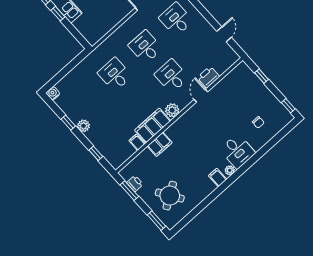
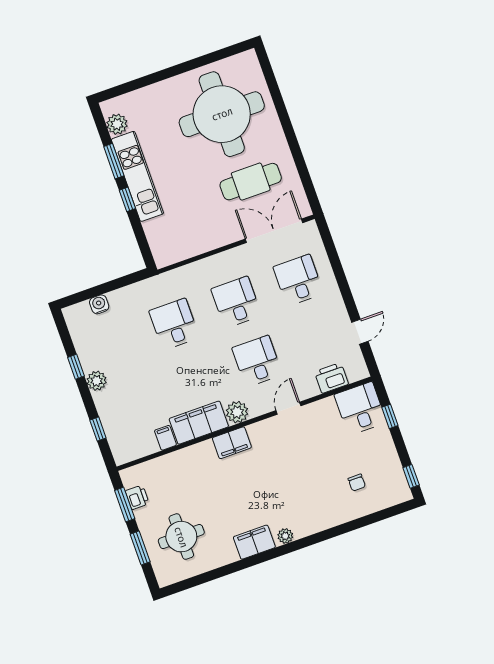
printer: (208, 77) -> (331, 378), moved
water cooler: (53, 93) -> (99, 304), moved
filing cabinet: (160, 144) -> (232, 443), moved
desk: (238, 151) -> (360, 409), moved, turned 180
filing cabinet: (218, 177) -> (254, 542), width x2.00
round table: (170, 196) -> (181, 537), turned 33
window: (156, 221) -> (140, 548), moved

